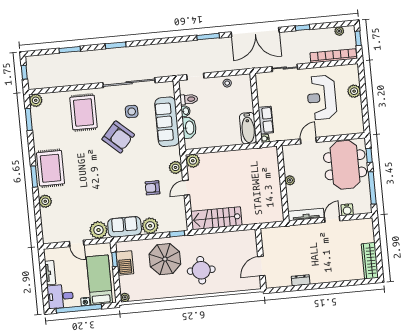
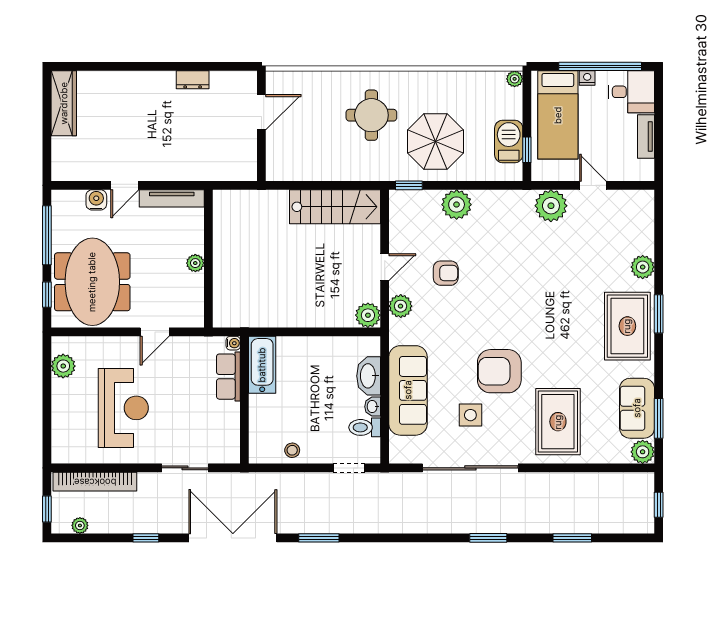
plant: (354, 91) -> (63, 366), moved
armchair: (118, 137) -> (499, 371), turned -42
sofa: (125, 227) -> (637, 408), moved, turned 90

